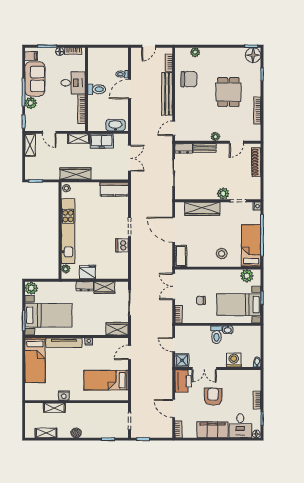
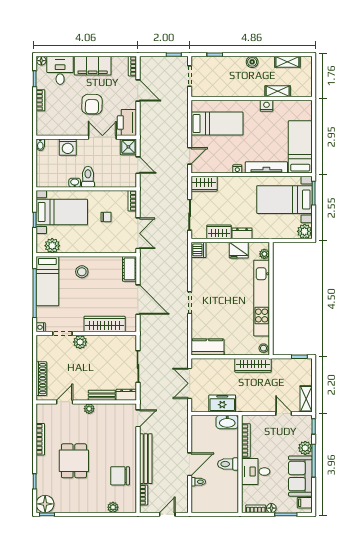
washbasin: (115, 125) -> (227, 422), moved
shelving: (79, 139) -> (249, 406), removed
dishwasher: (122, 245) -> (198, 250), moved

